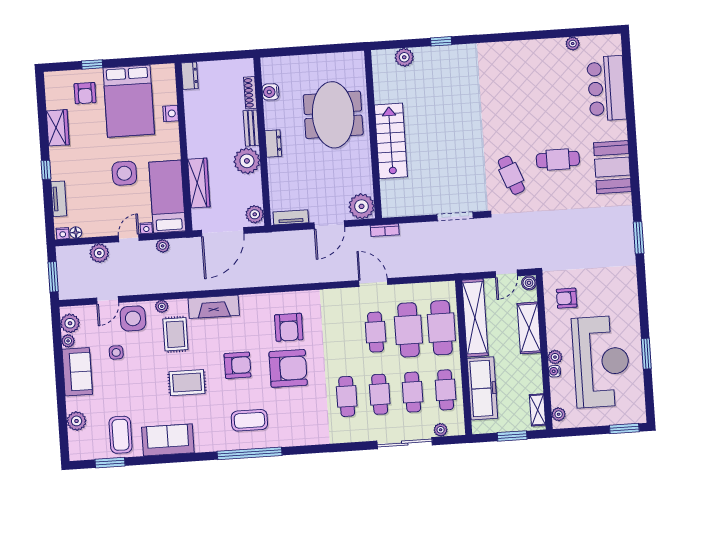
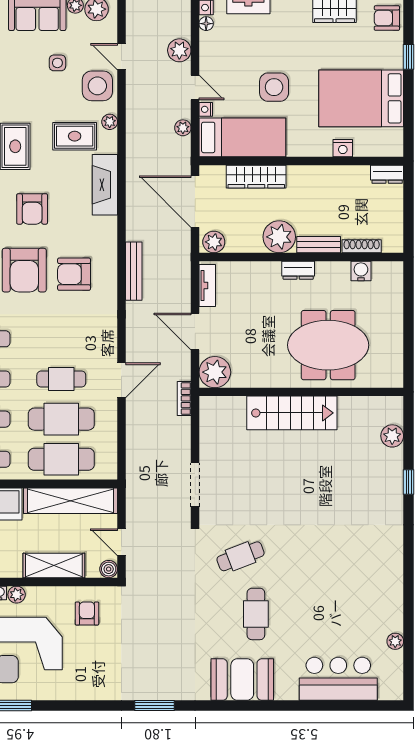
armchair: (85, 93) -> (387, 18), moved
bench: (283, 278) -> (134, 271), added

